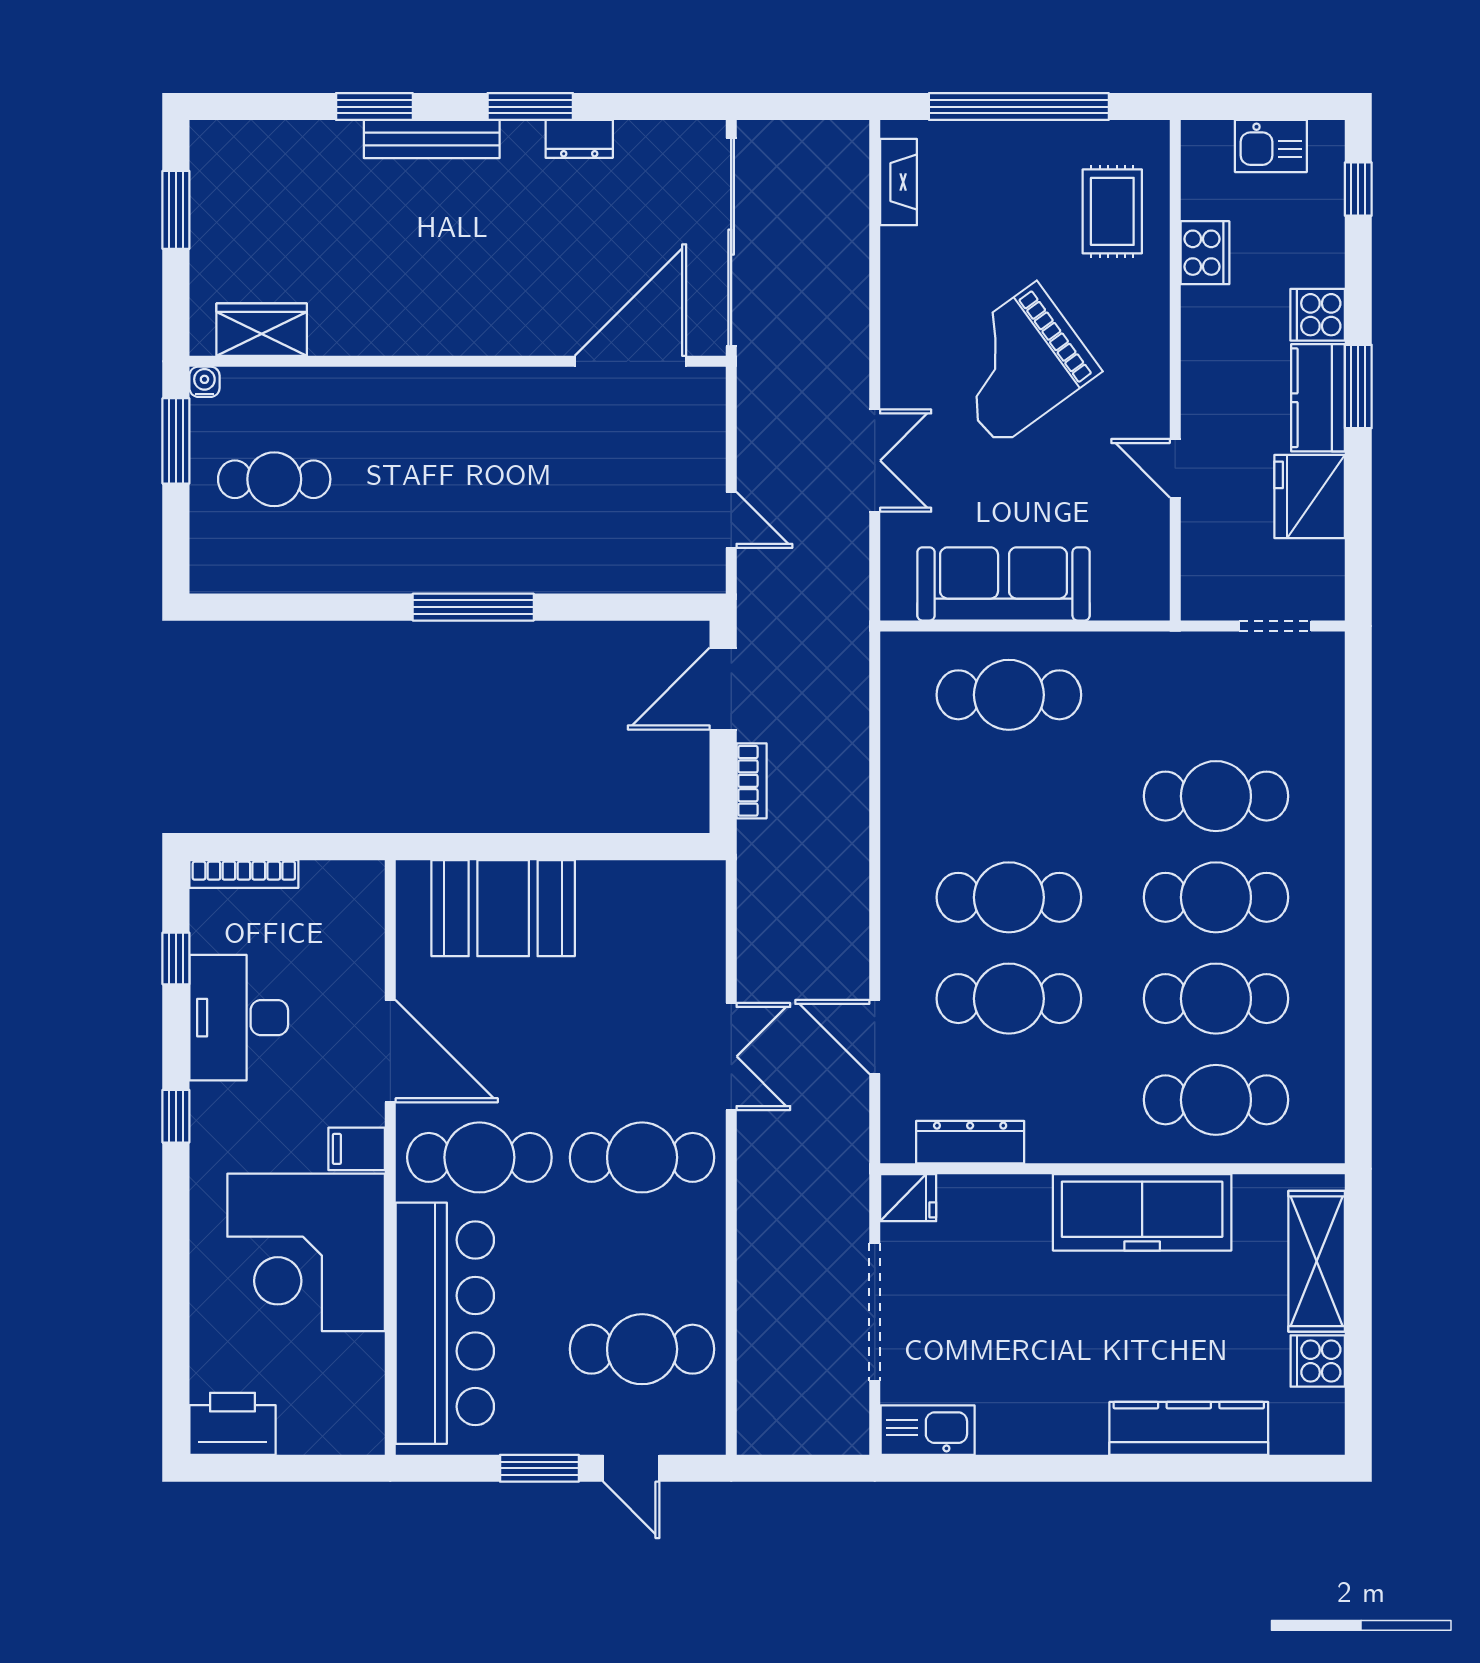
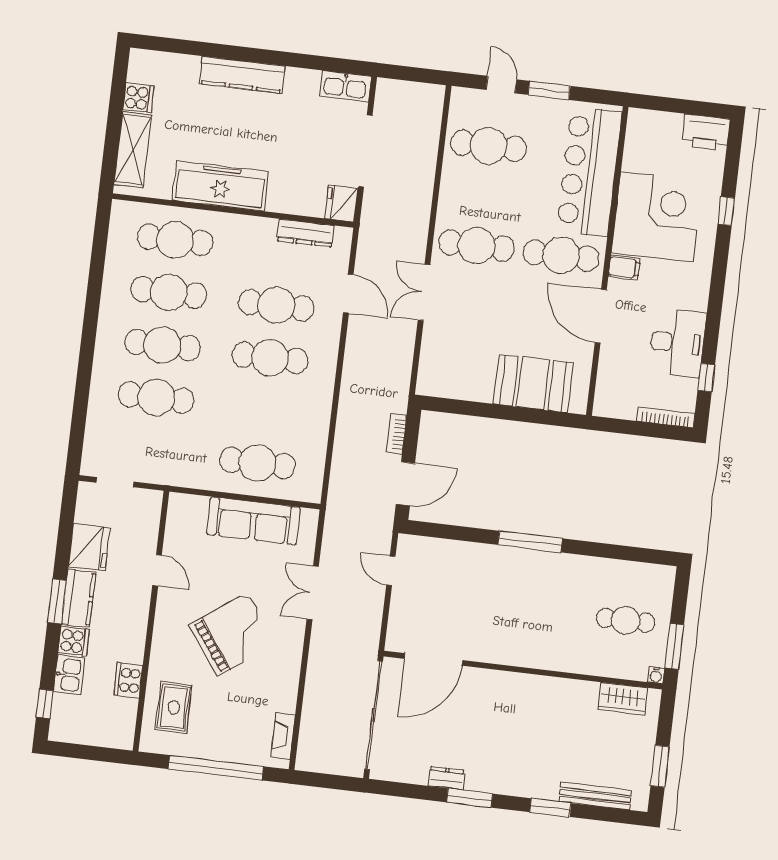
bench: (432, 139) -> (595, 796), moved
kitchen sink: (1271, 146) -> (69, 675), moved, turned 90
window: (176, 1116) -> (726, 211), moved
fridge: (908, 1198) -> (341, 203), width x1.38
kitchen counter: (1189, 1428) -> (242, 75), moved

